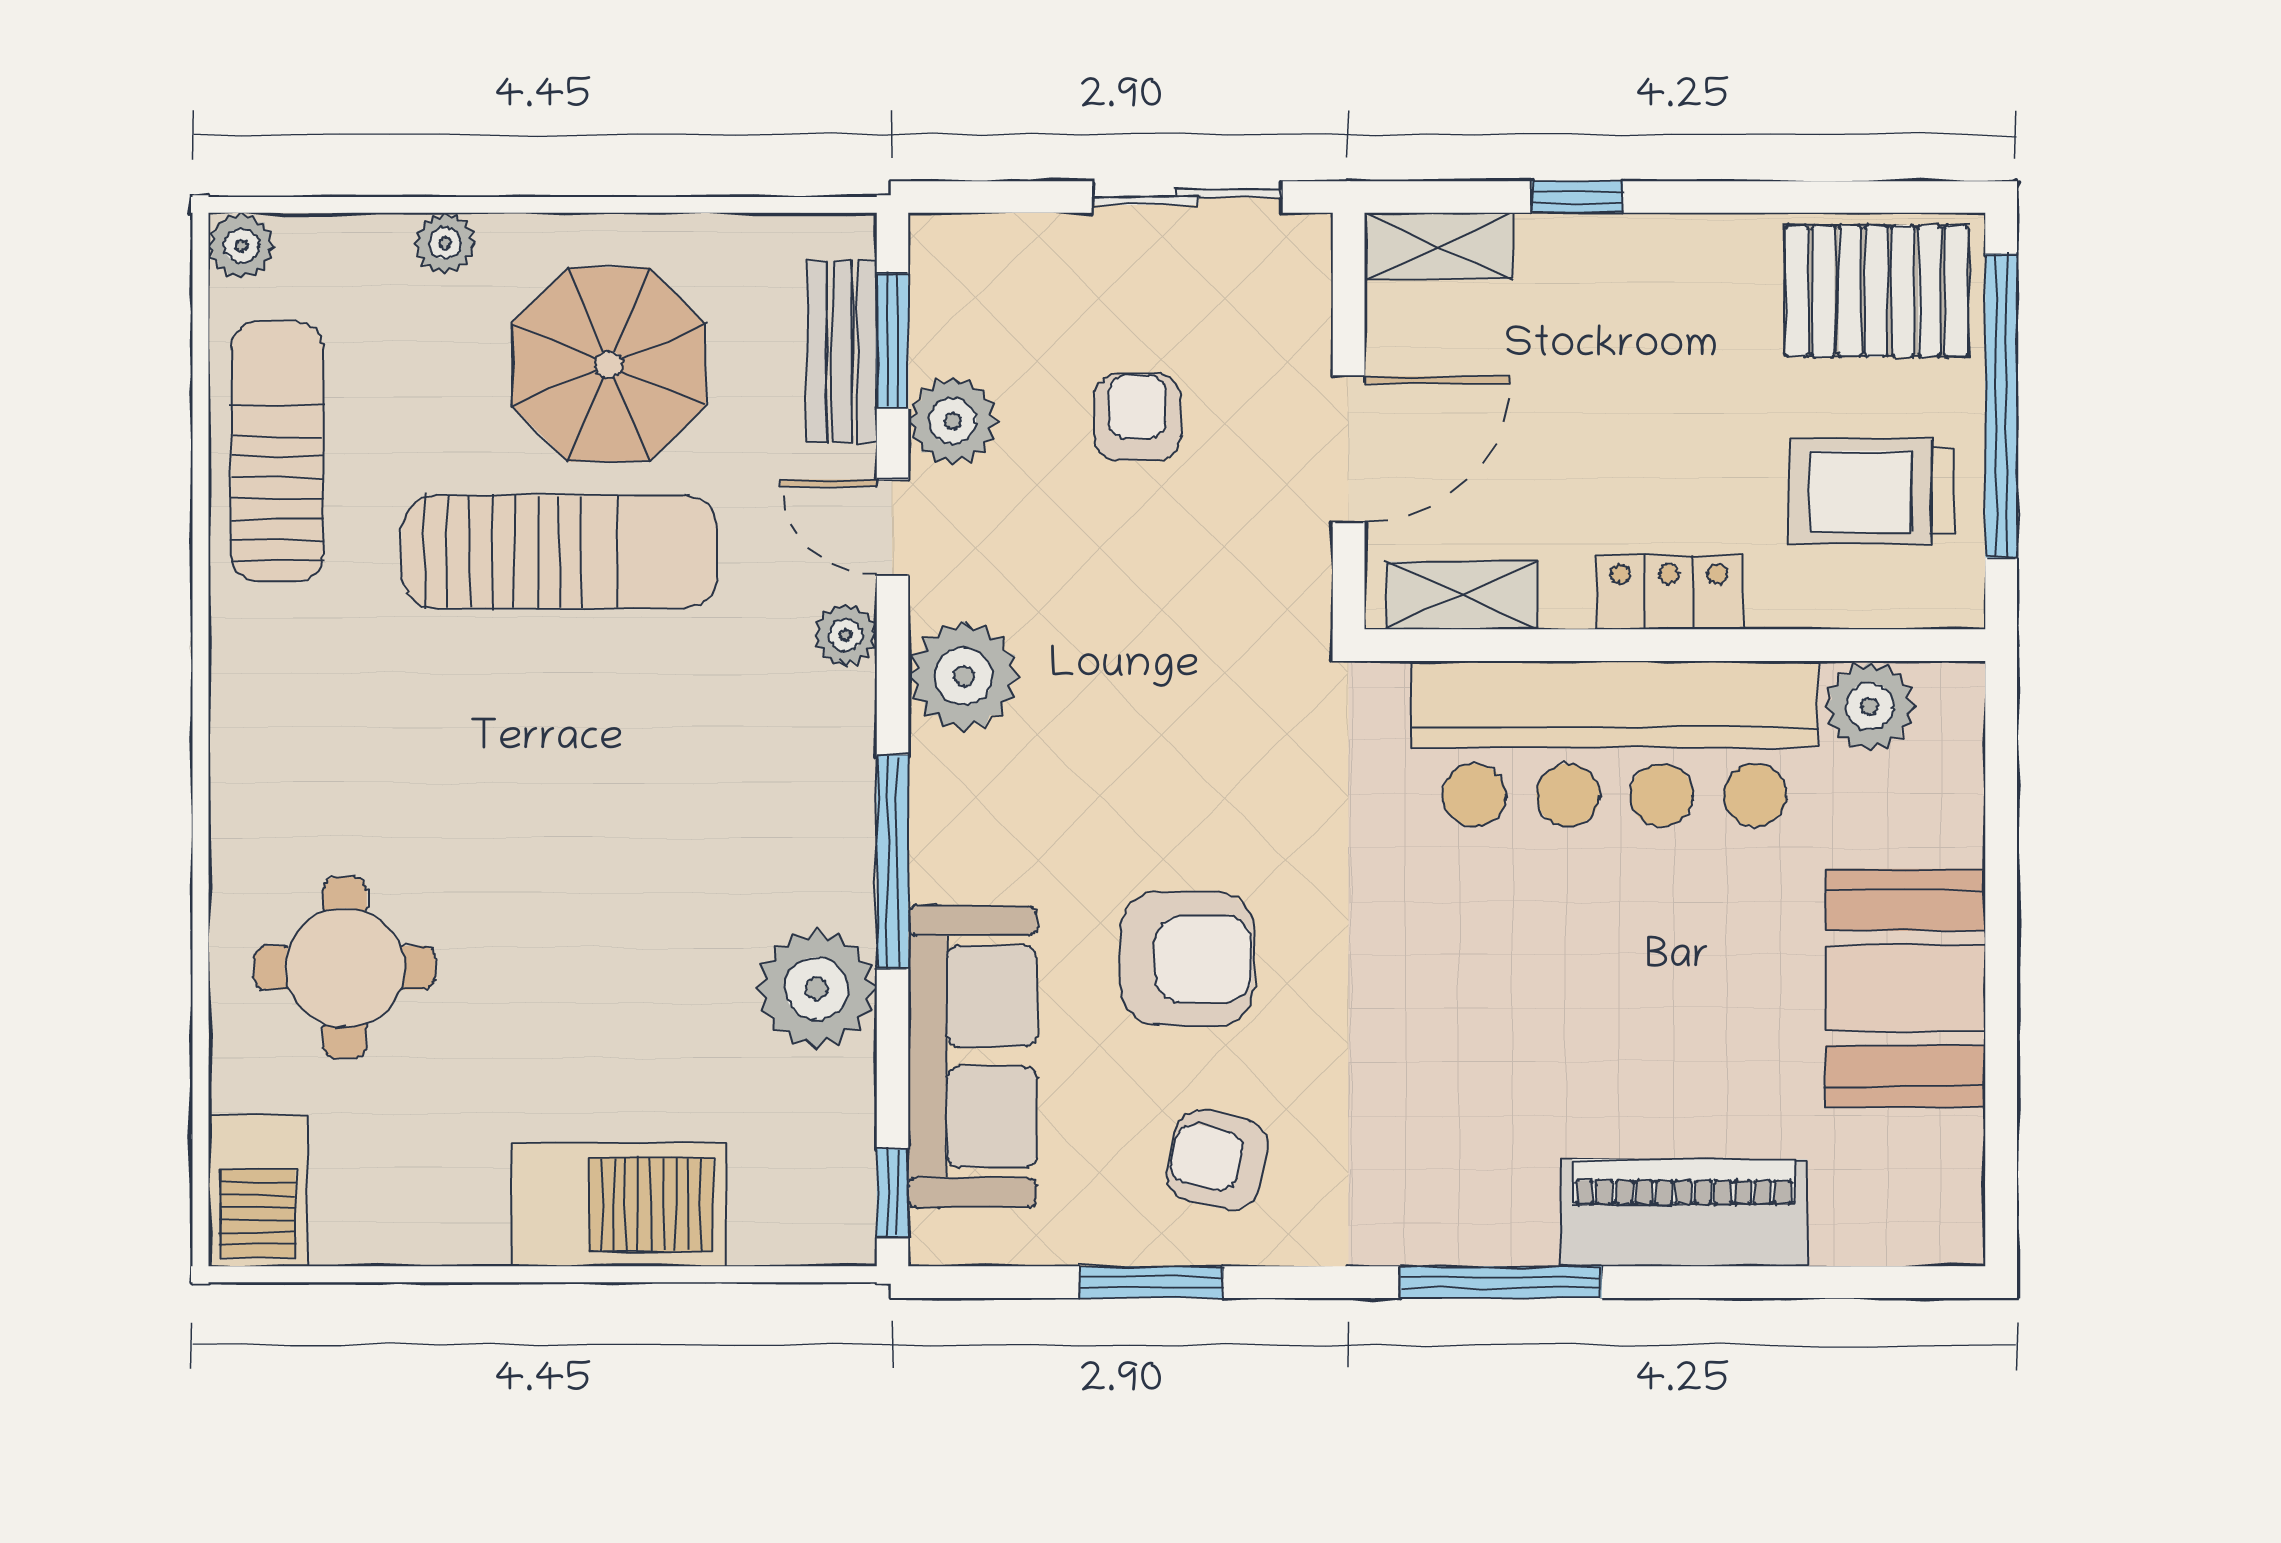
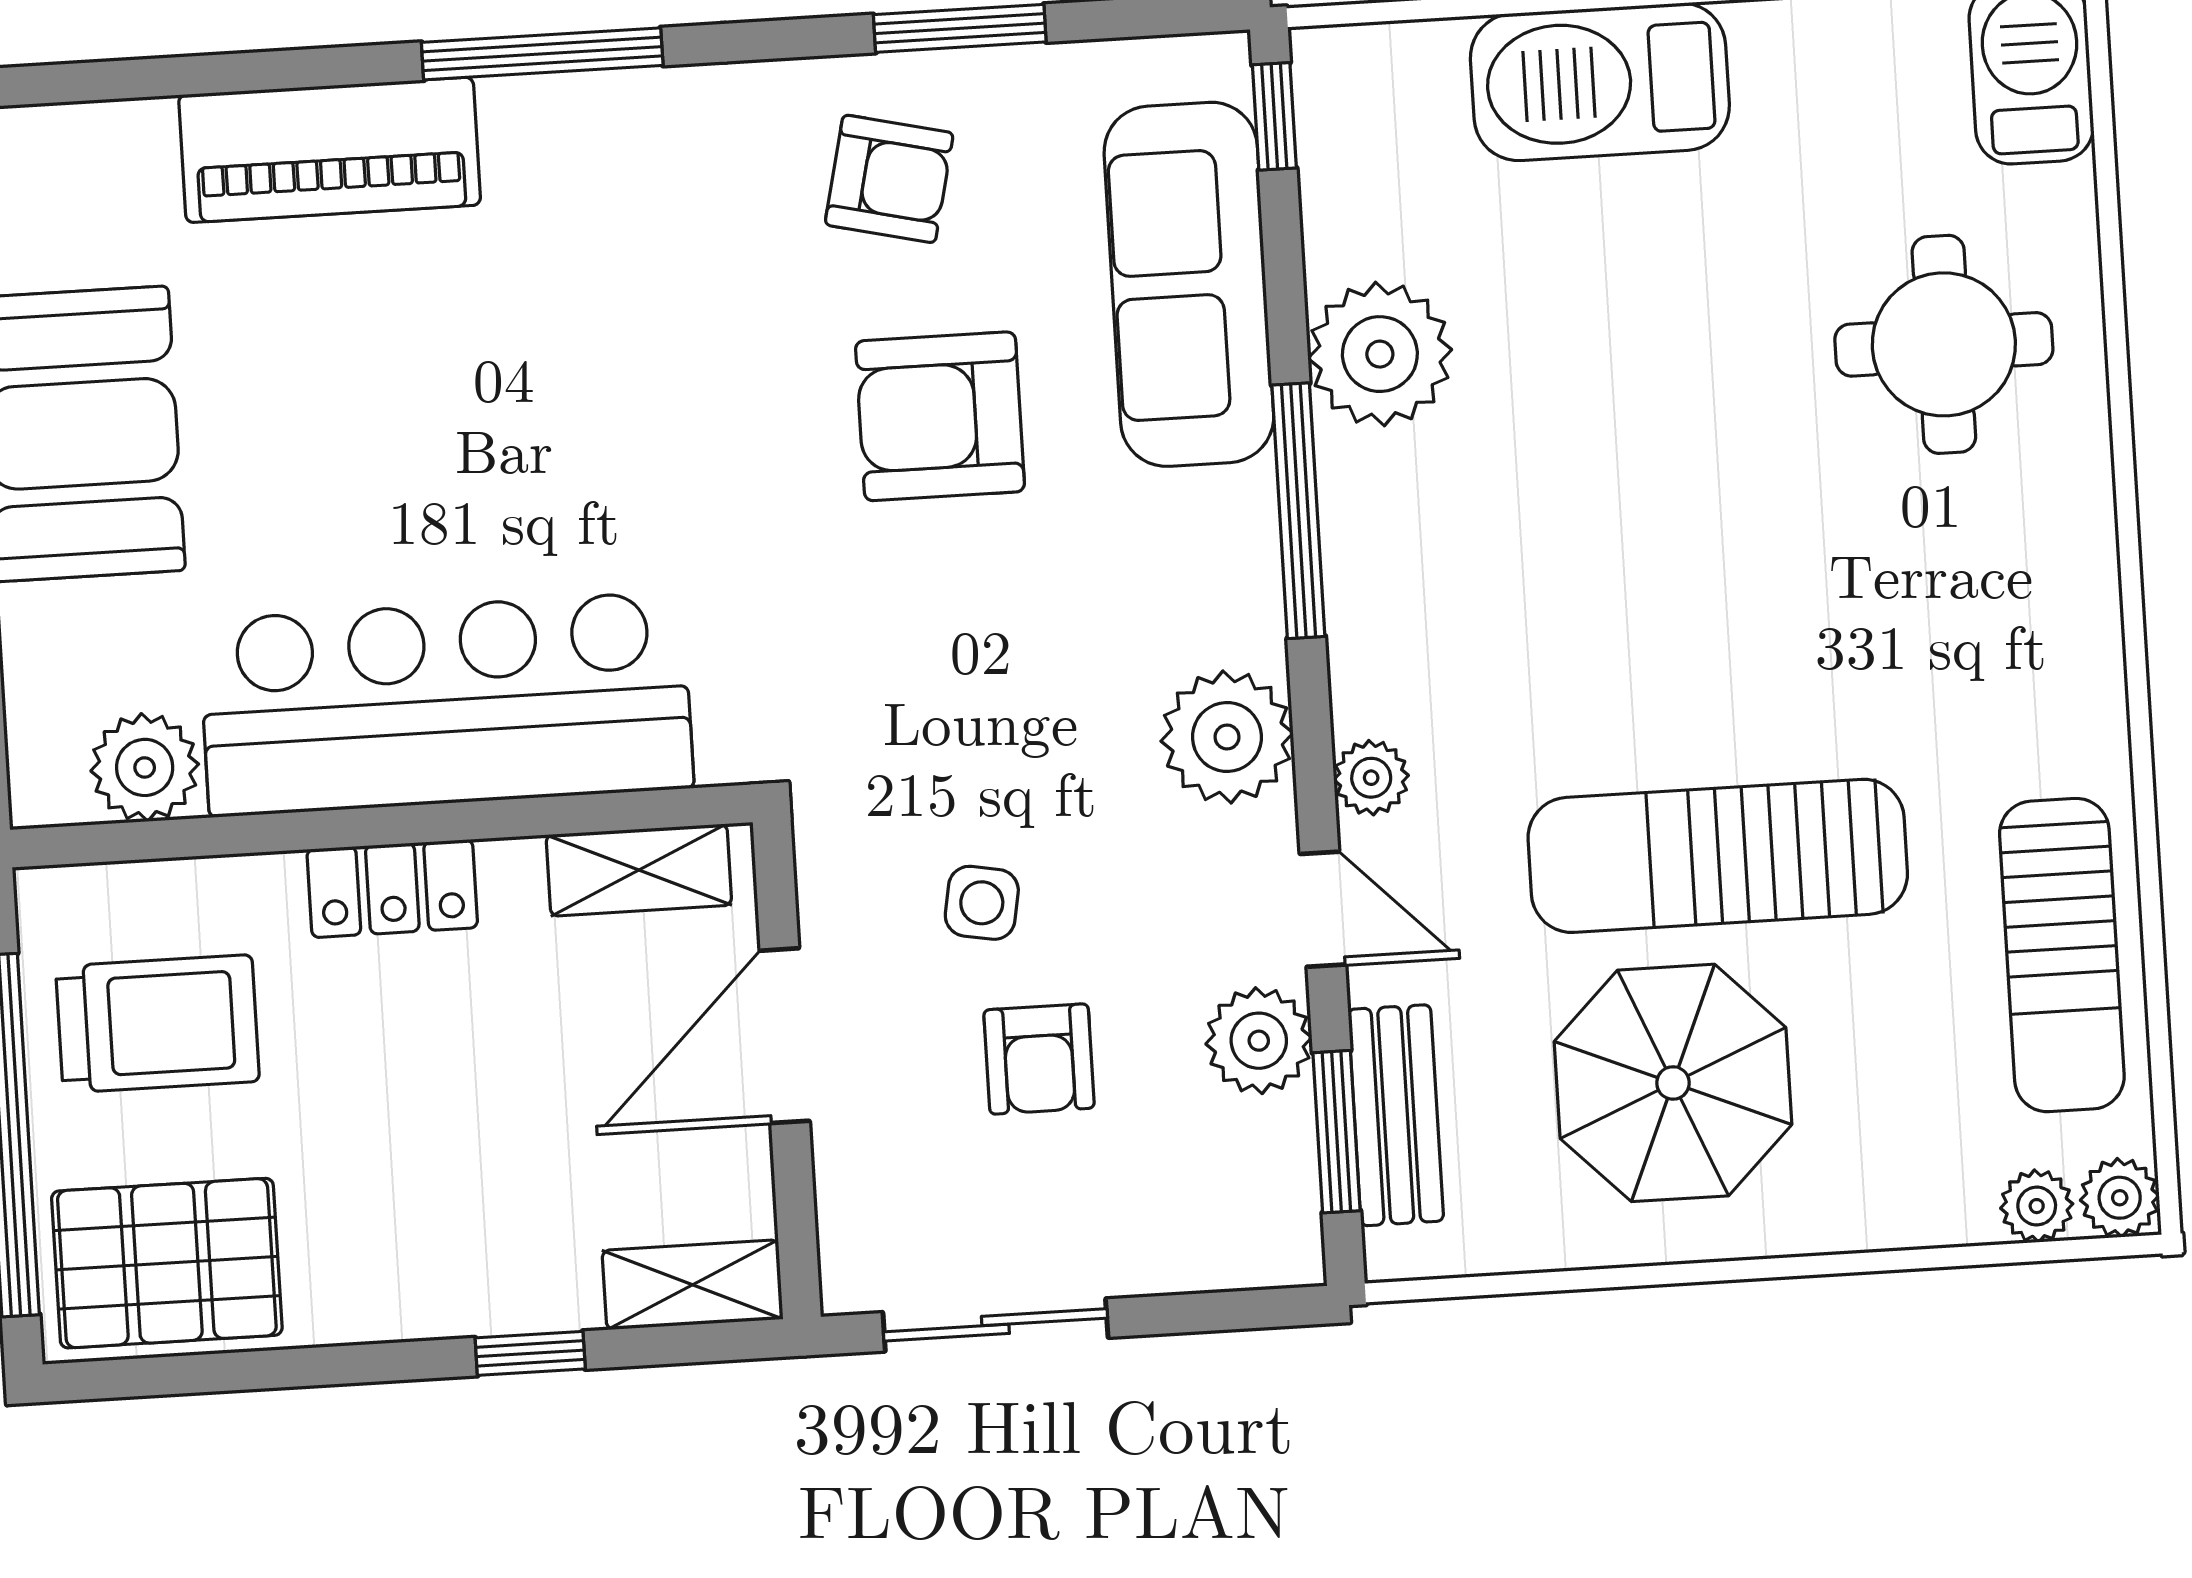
plant: (445, 243) -> (2037, 1206), moved
side table: (1177, 550) -> (982, 903), added

